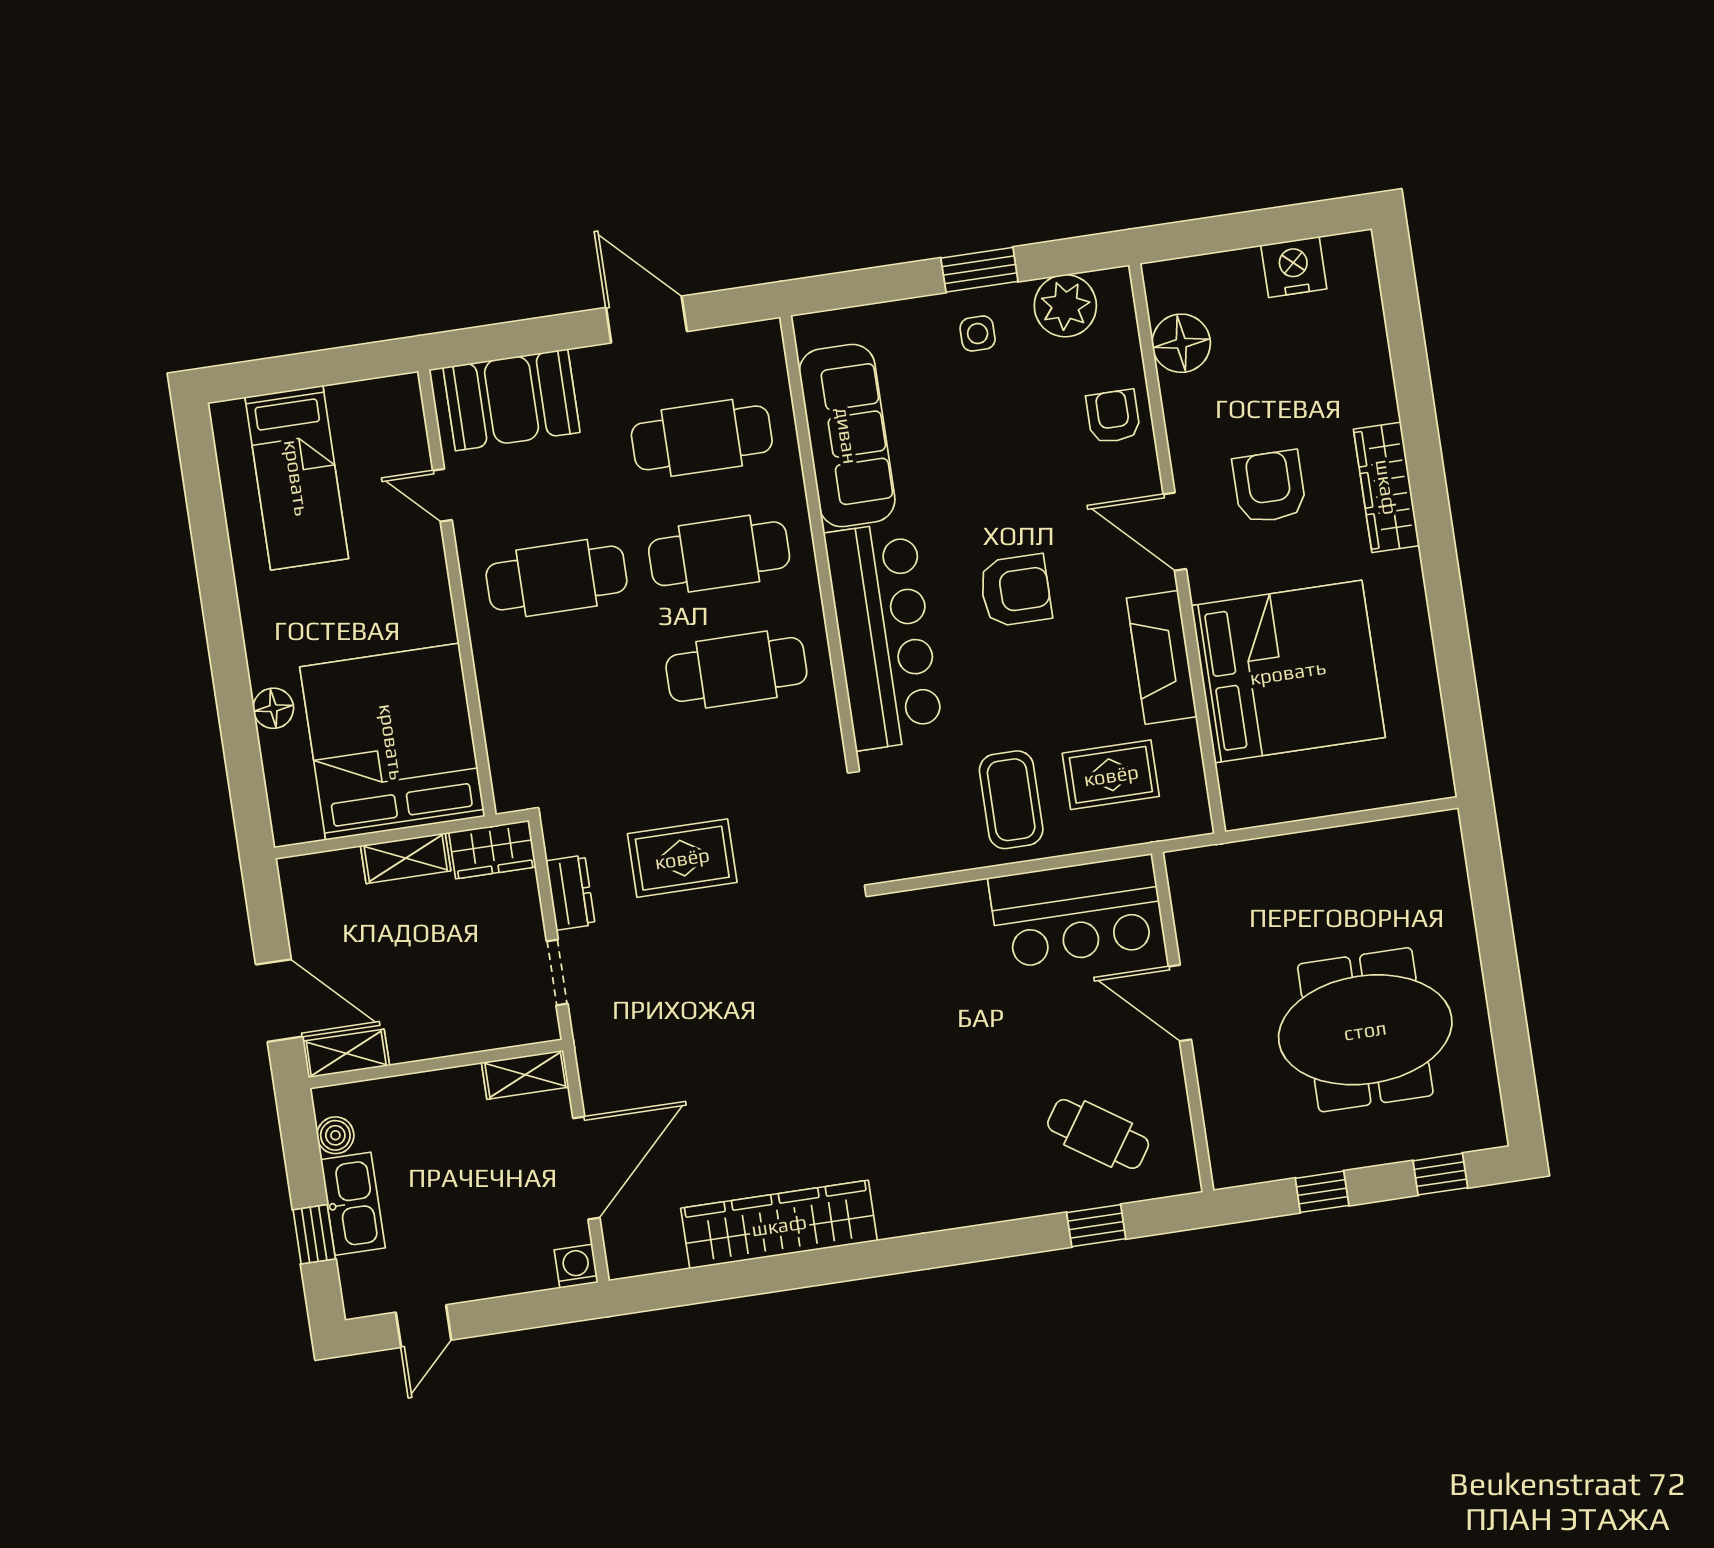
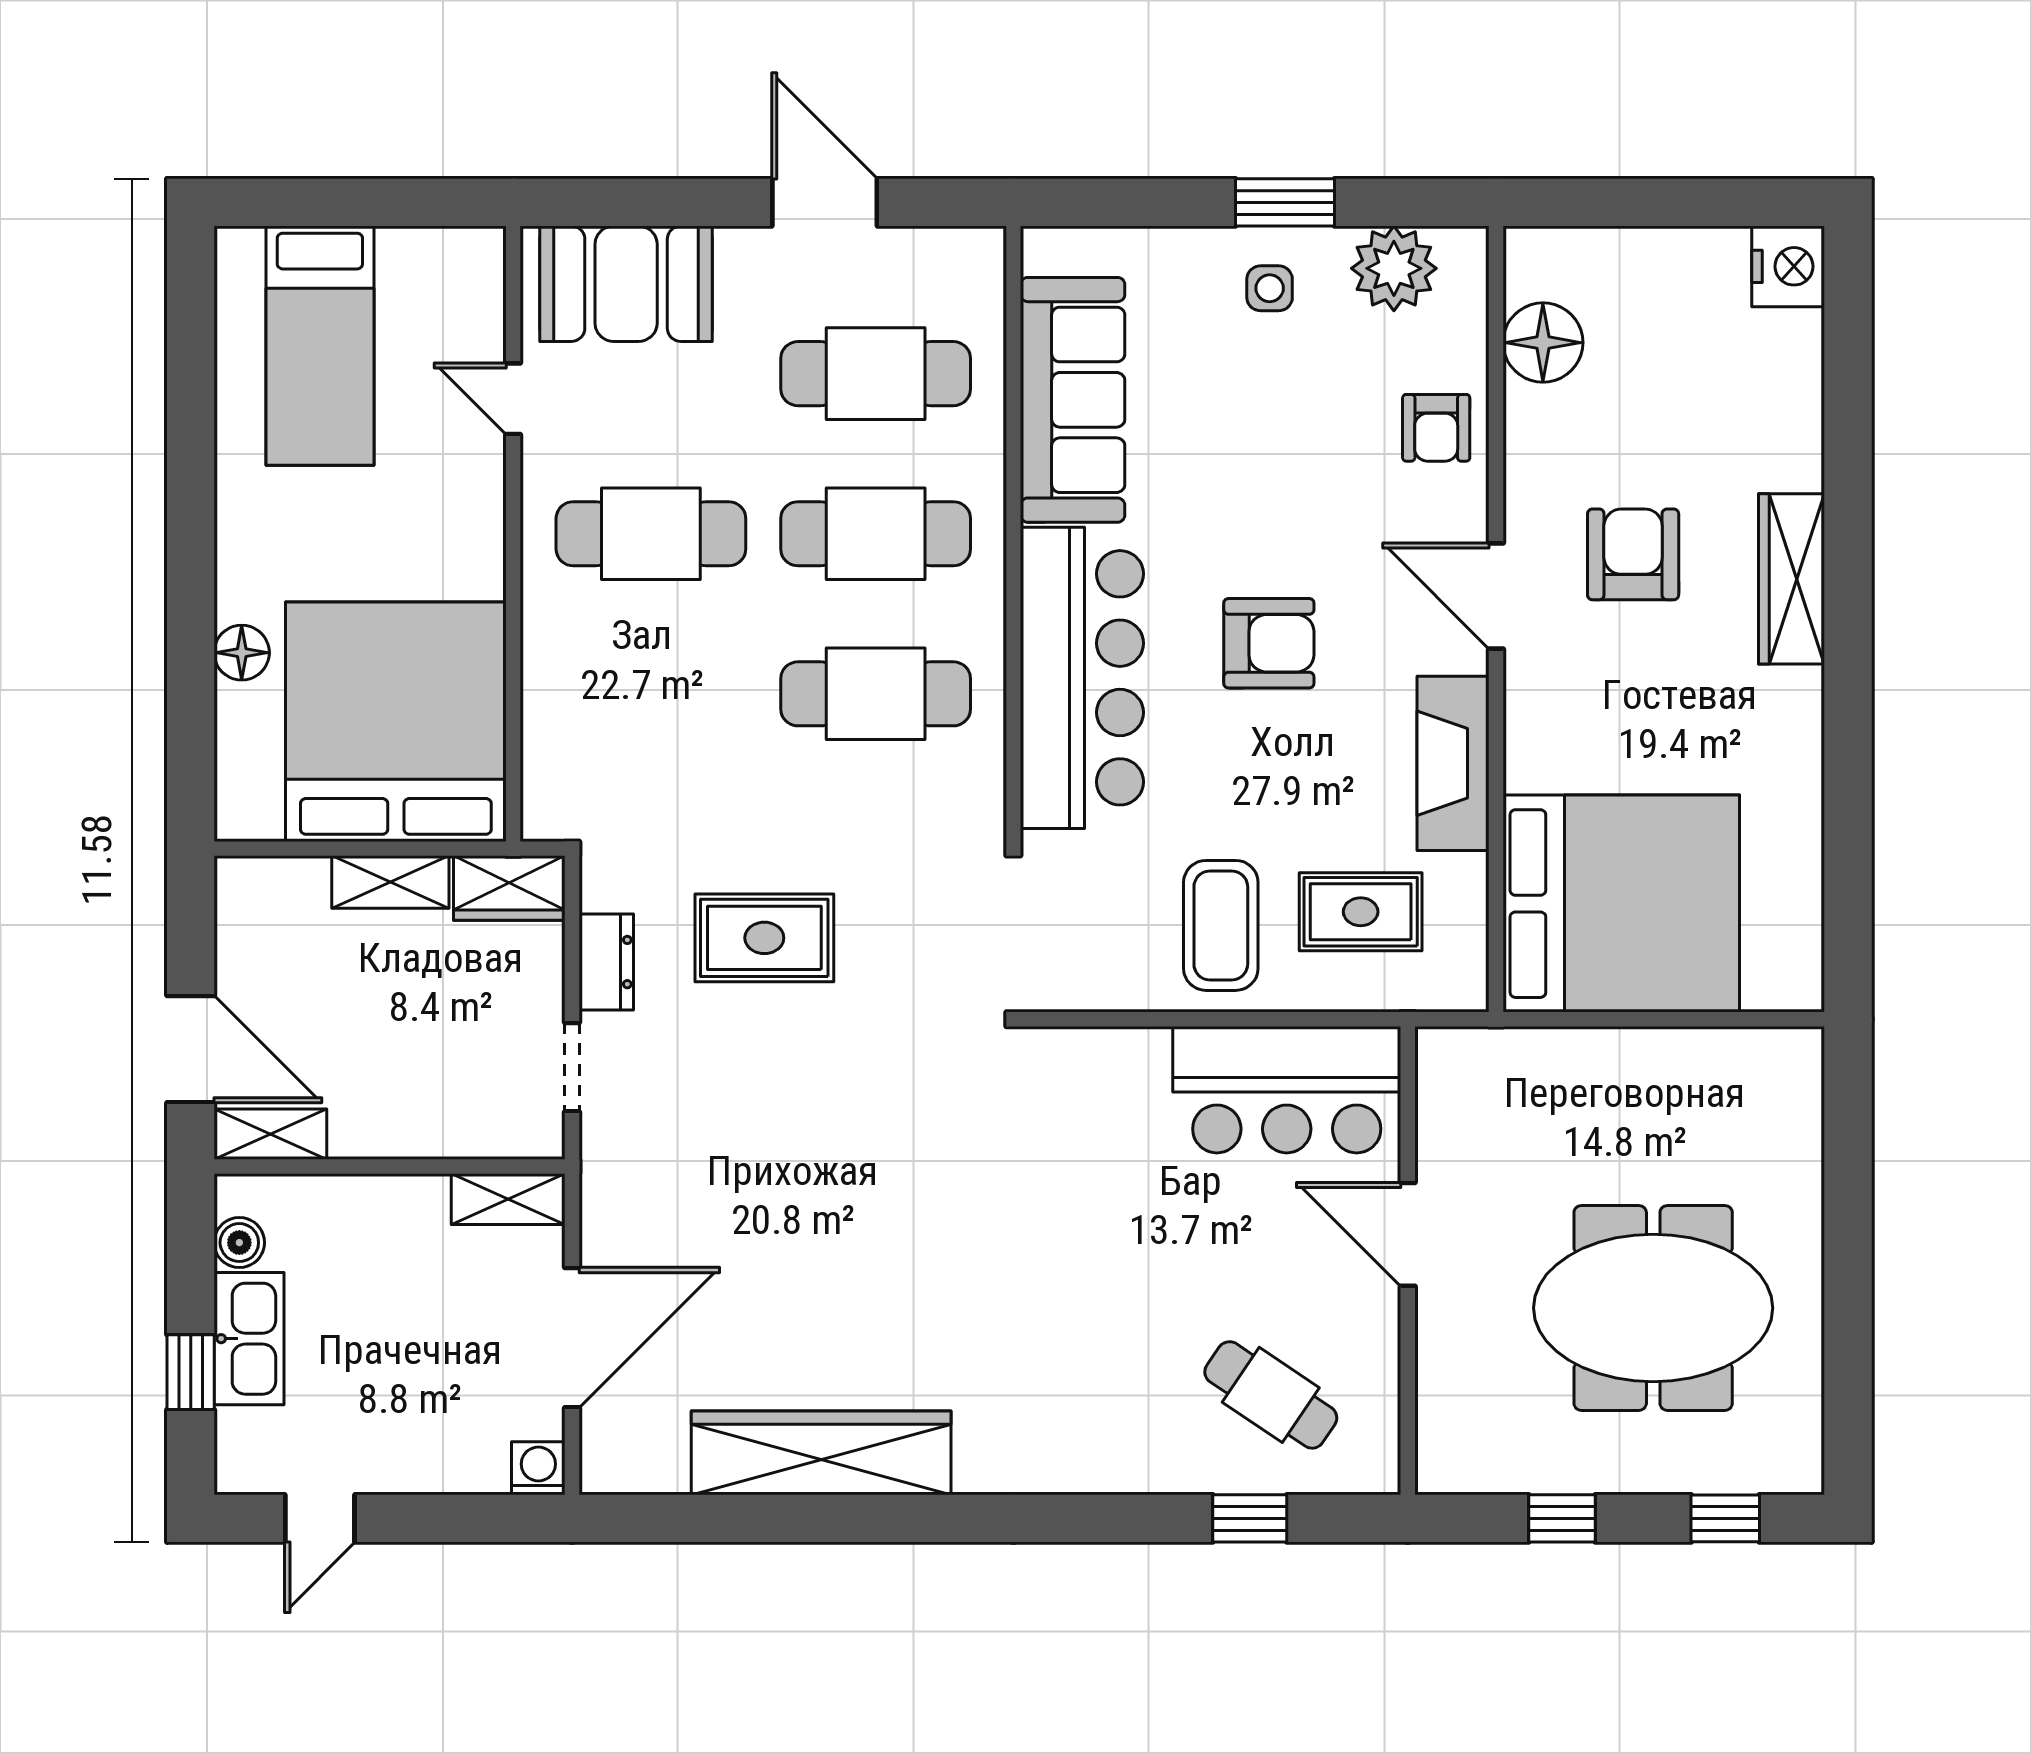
nightstand: (1294, 267) -> (1788, 266), moved, turned 90
armchair: (1113, 416) -> (1436, 428), turned 180
bed: (1288, 672) -> (1621, 904), moved

